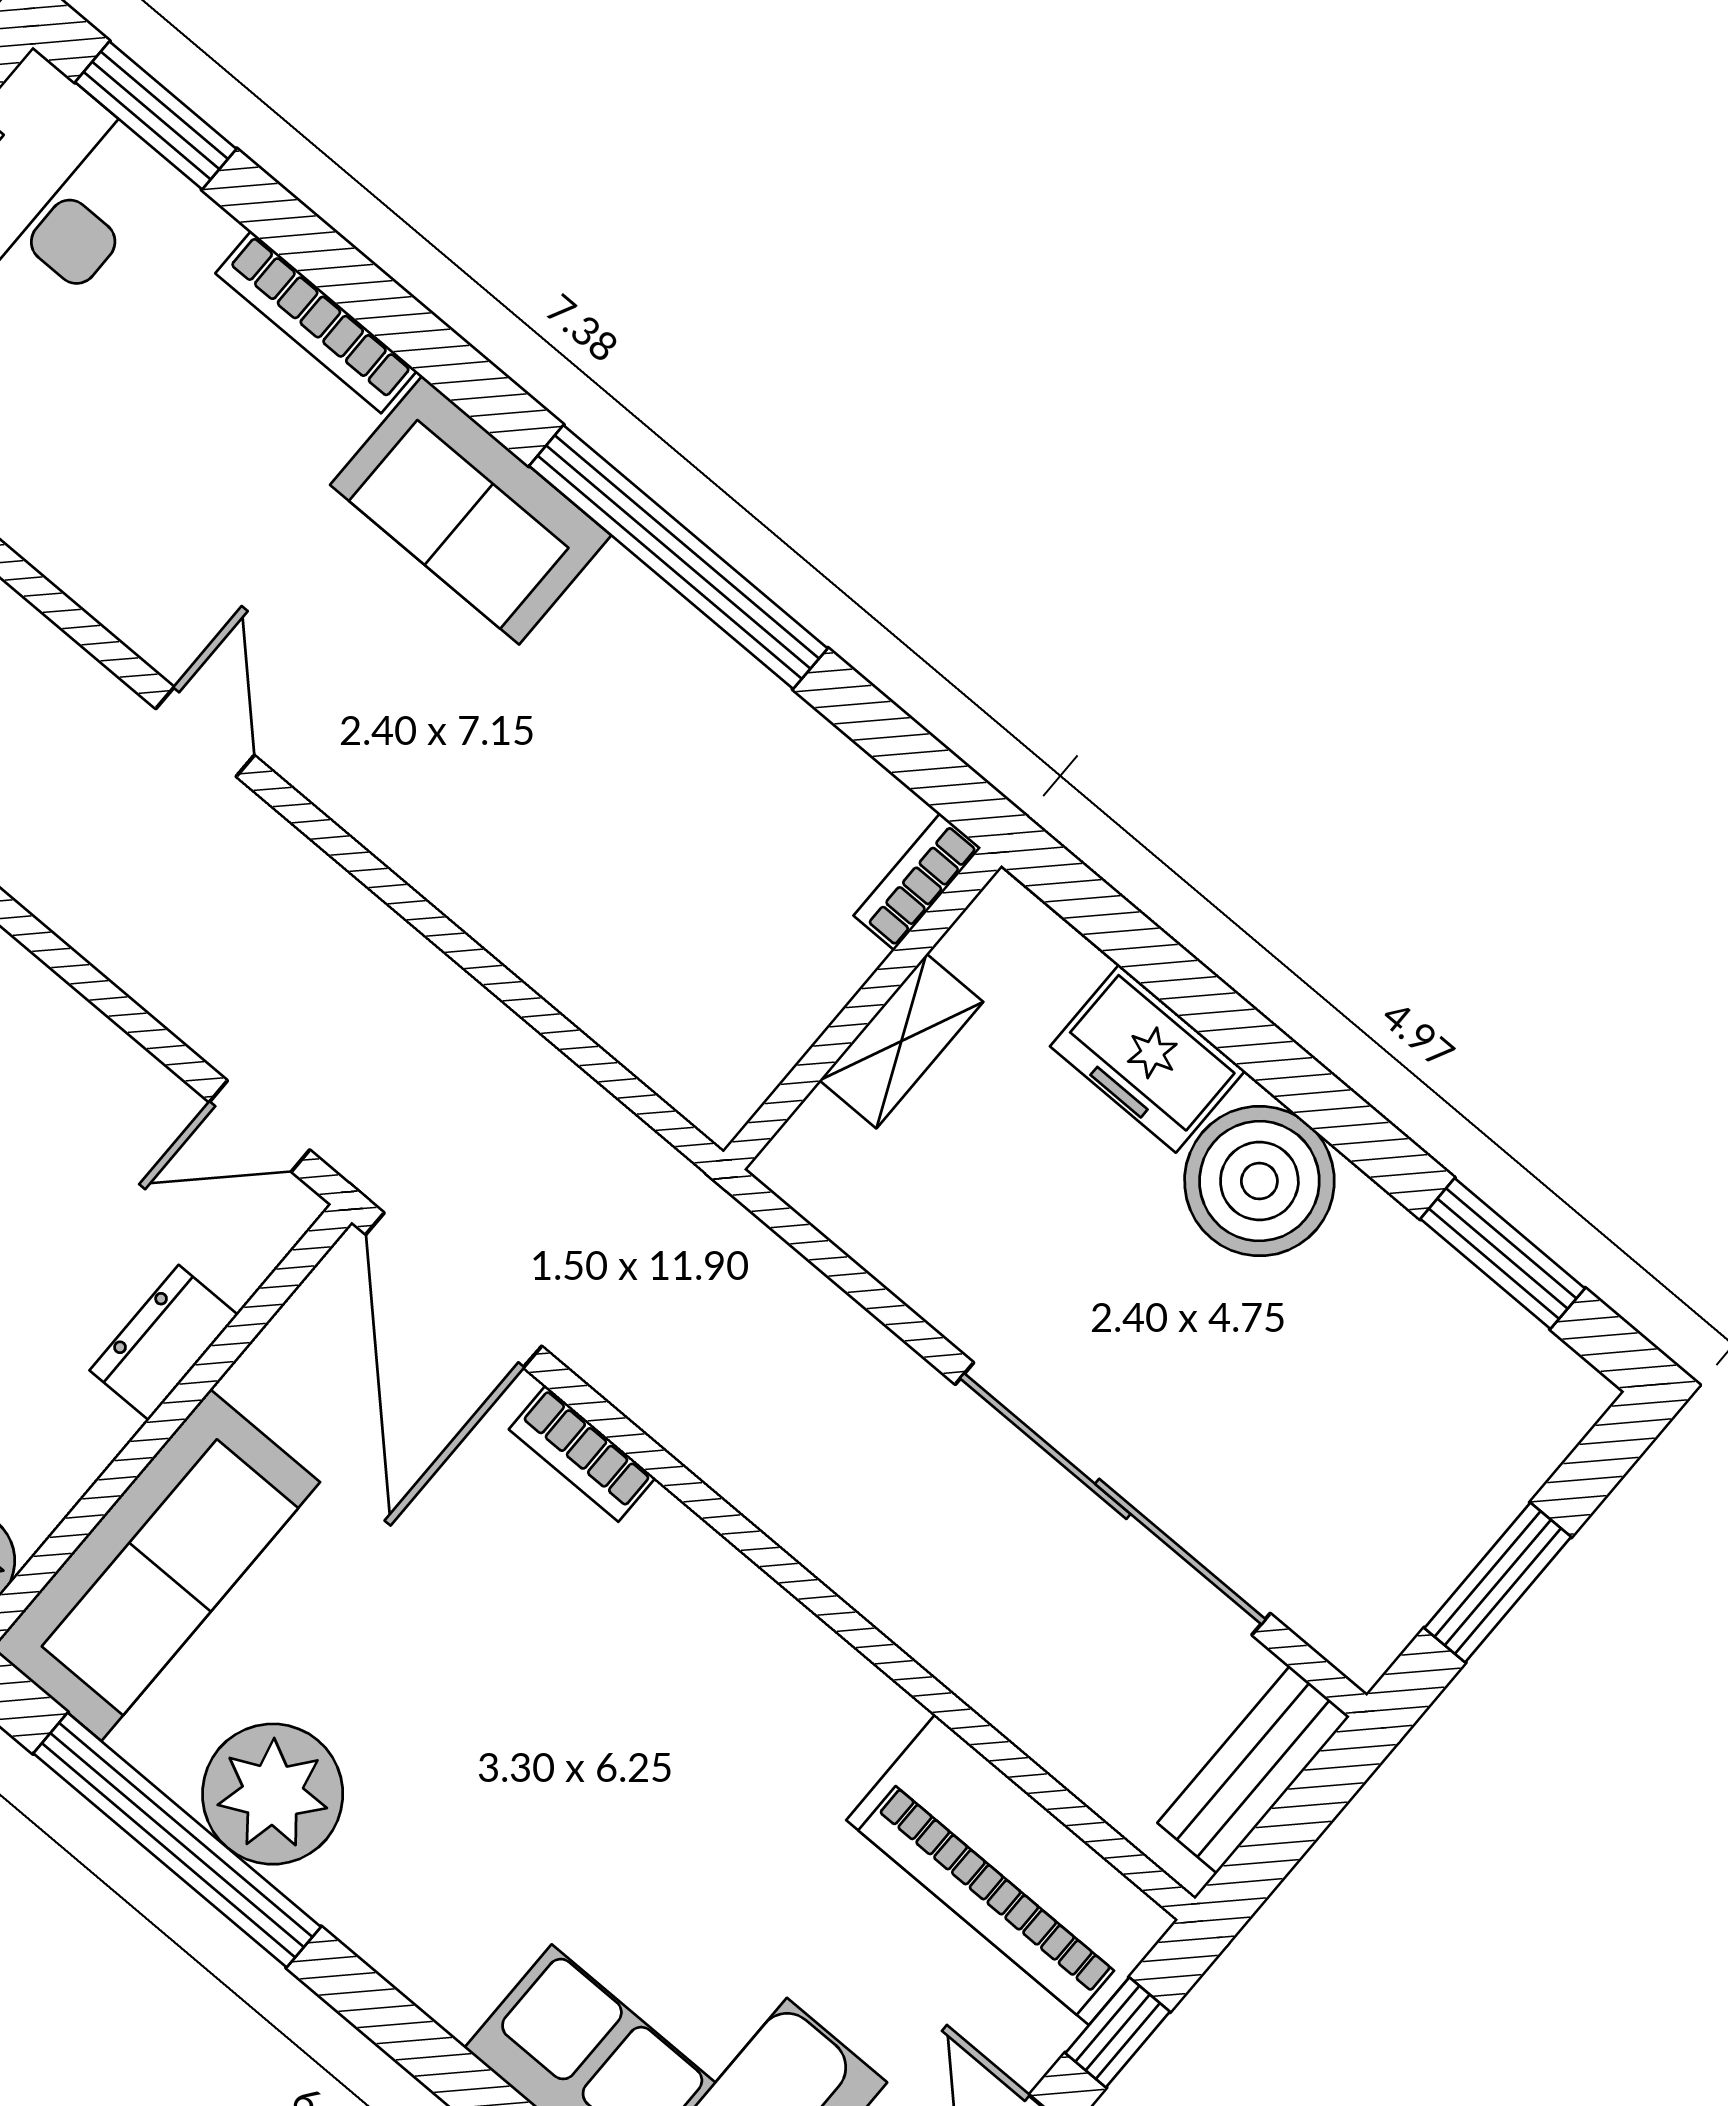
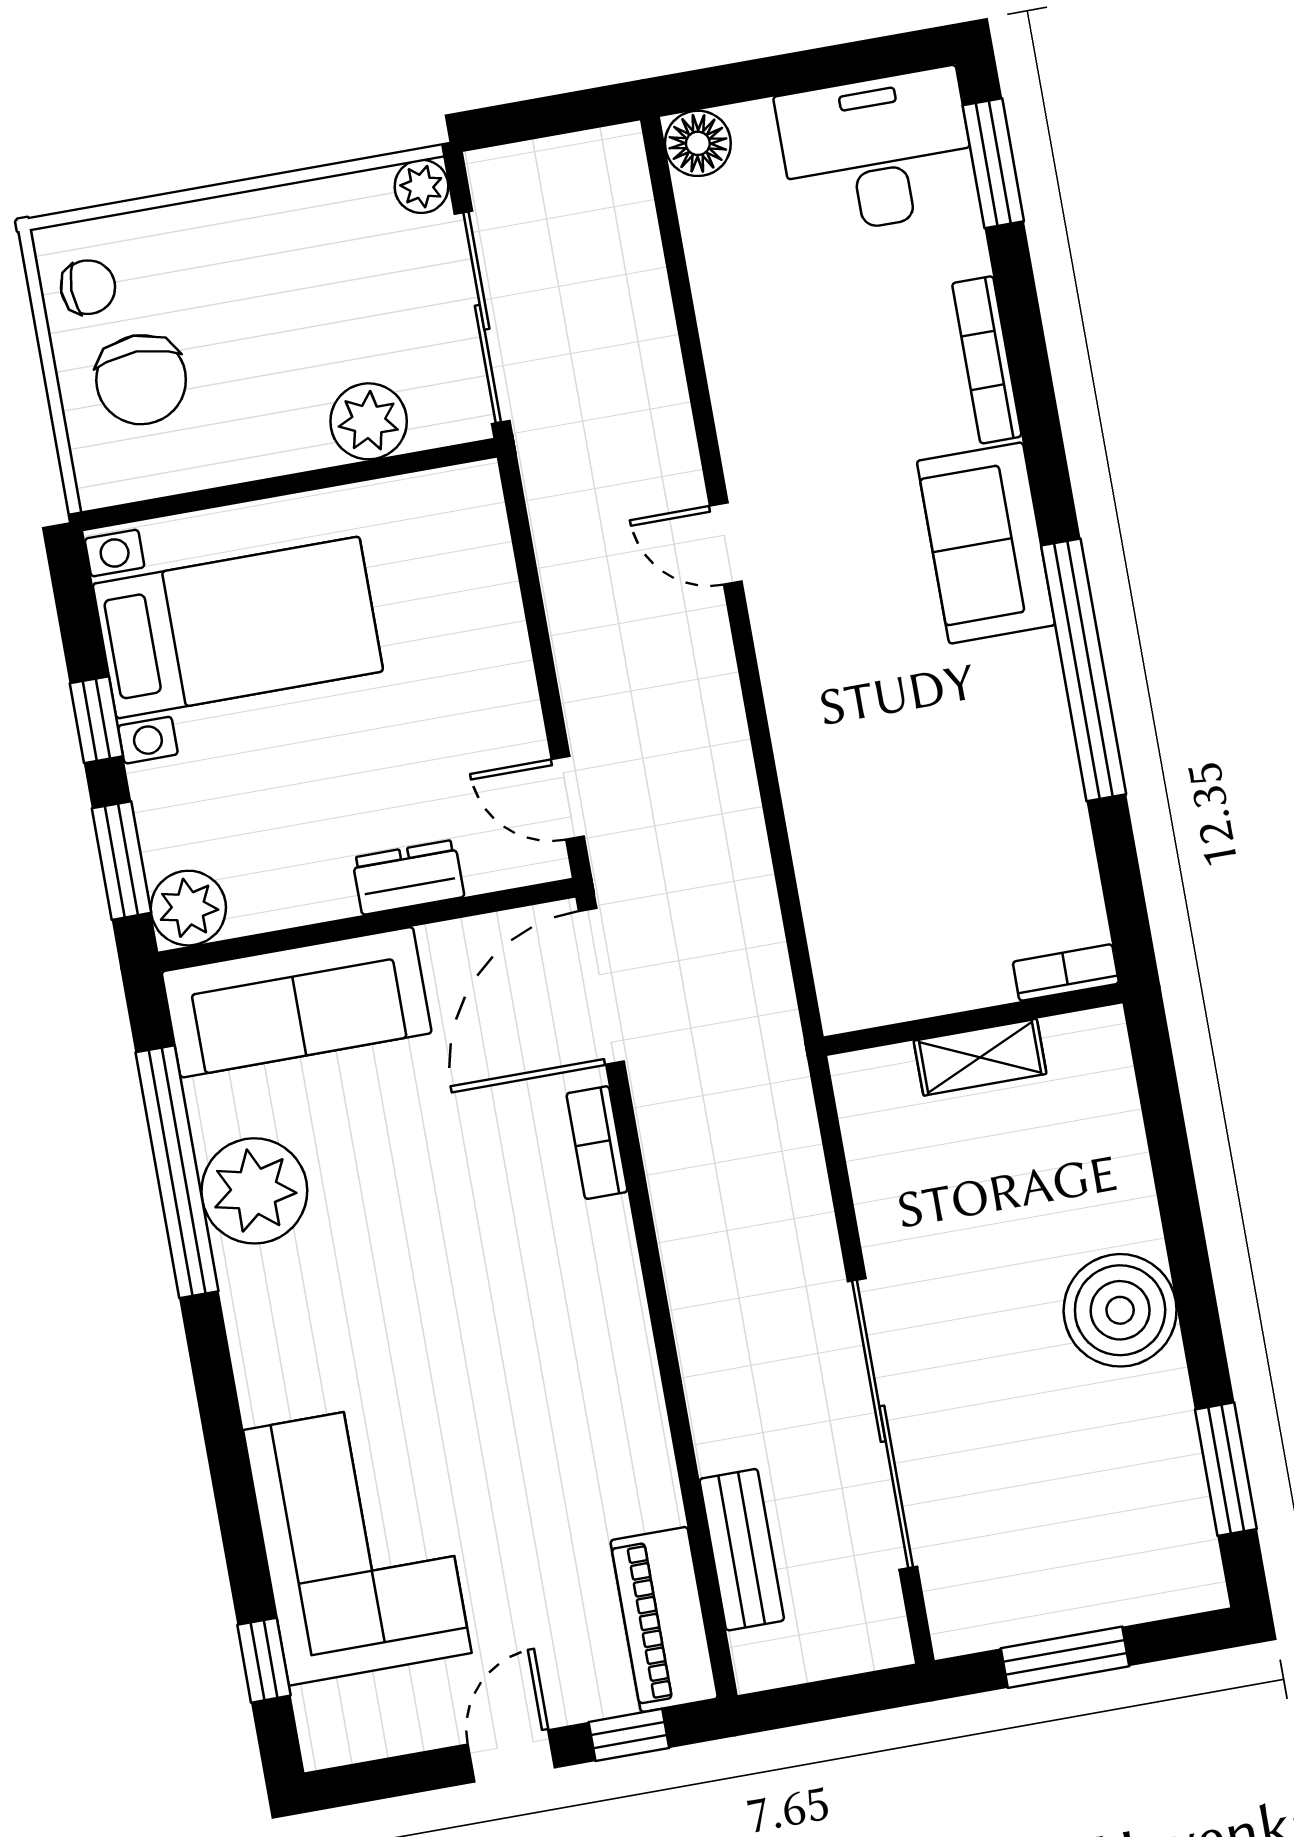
door: (205, 732) -> (726, 544), swing flipped
freezer: (1147, 1059) -> (1114, 1186), removed
bench: (1253, 1770) -> (742, 1550), moved, turned 90
piano: (1012, 1870) -> (664, 1619), width x0.73, depth x0.75

